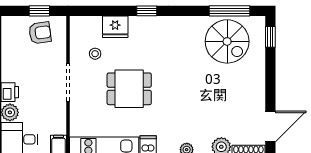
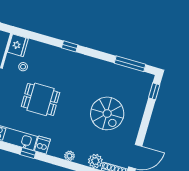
fridge: (115, 27) -> (18, 45), moved, turned -90
spiral stairs: (227, 41) -> (107, 113), moved

